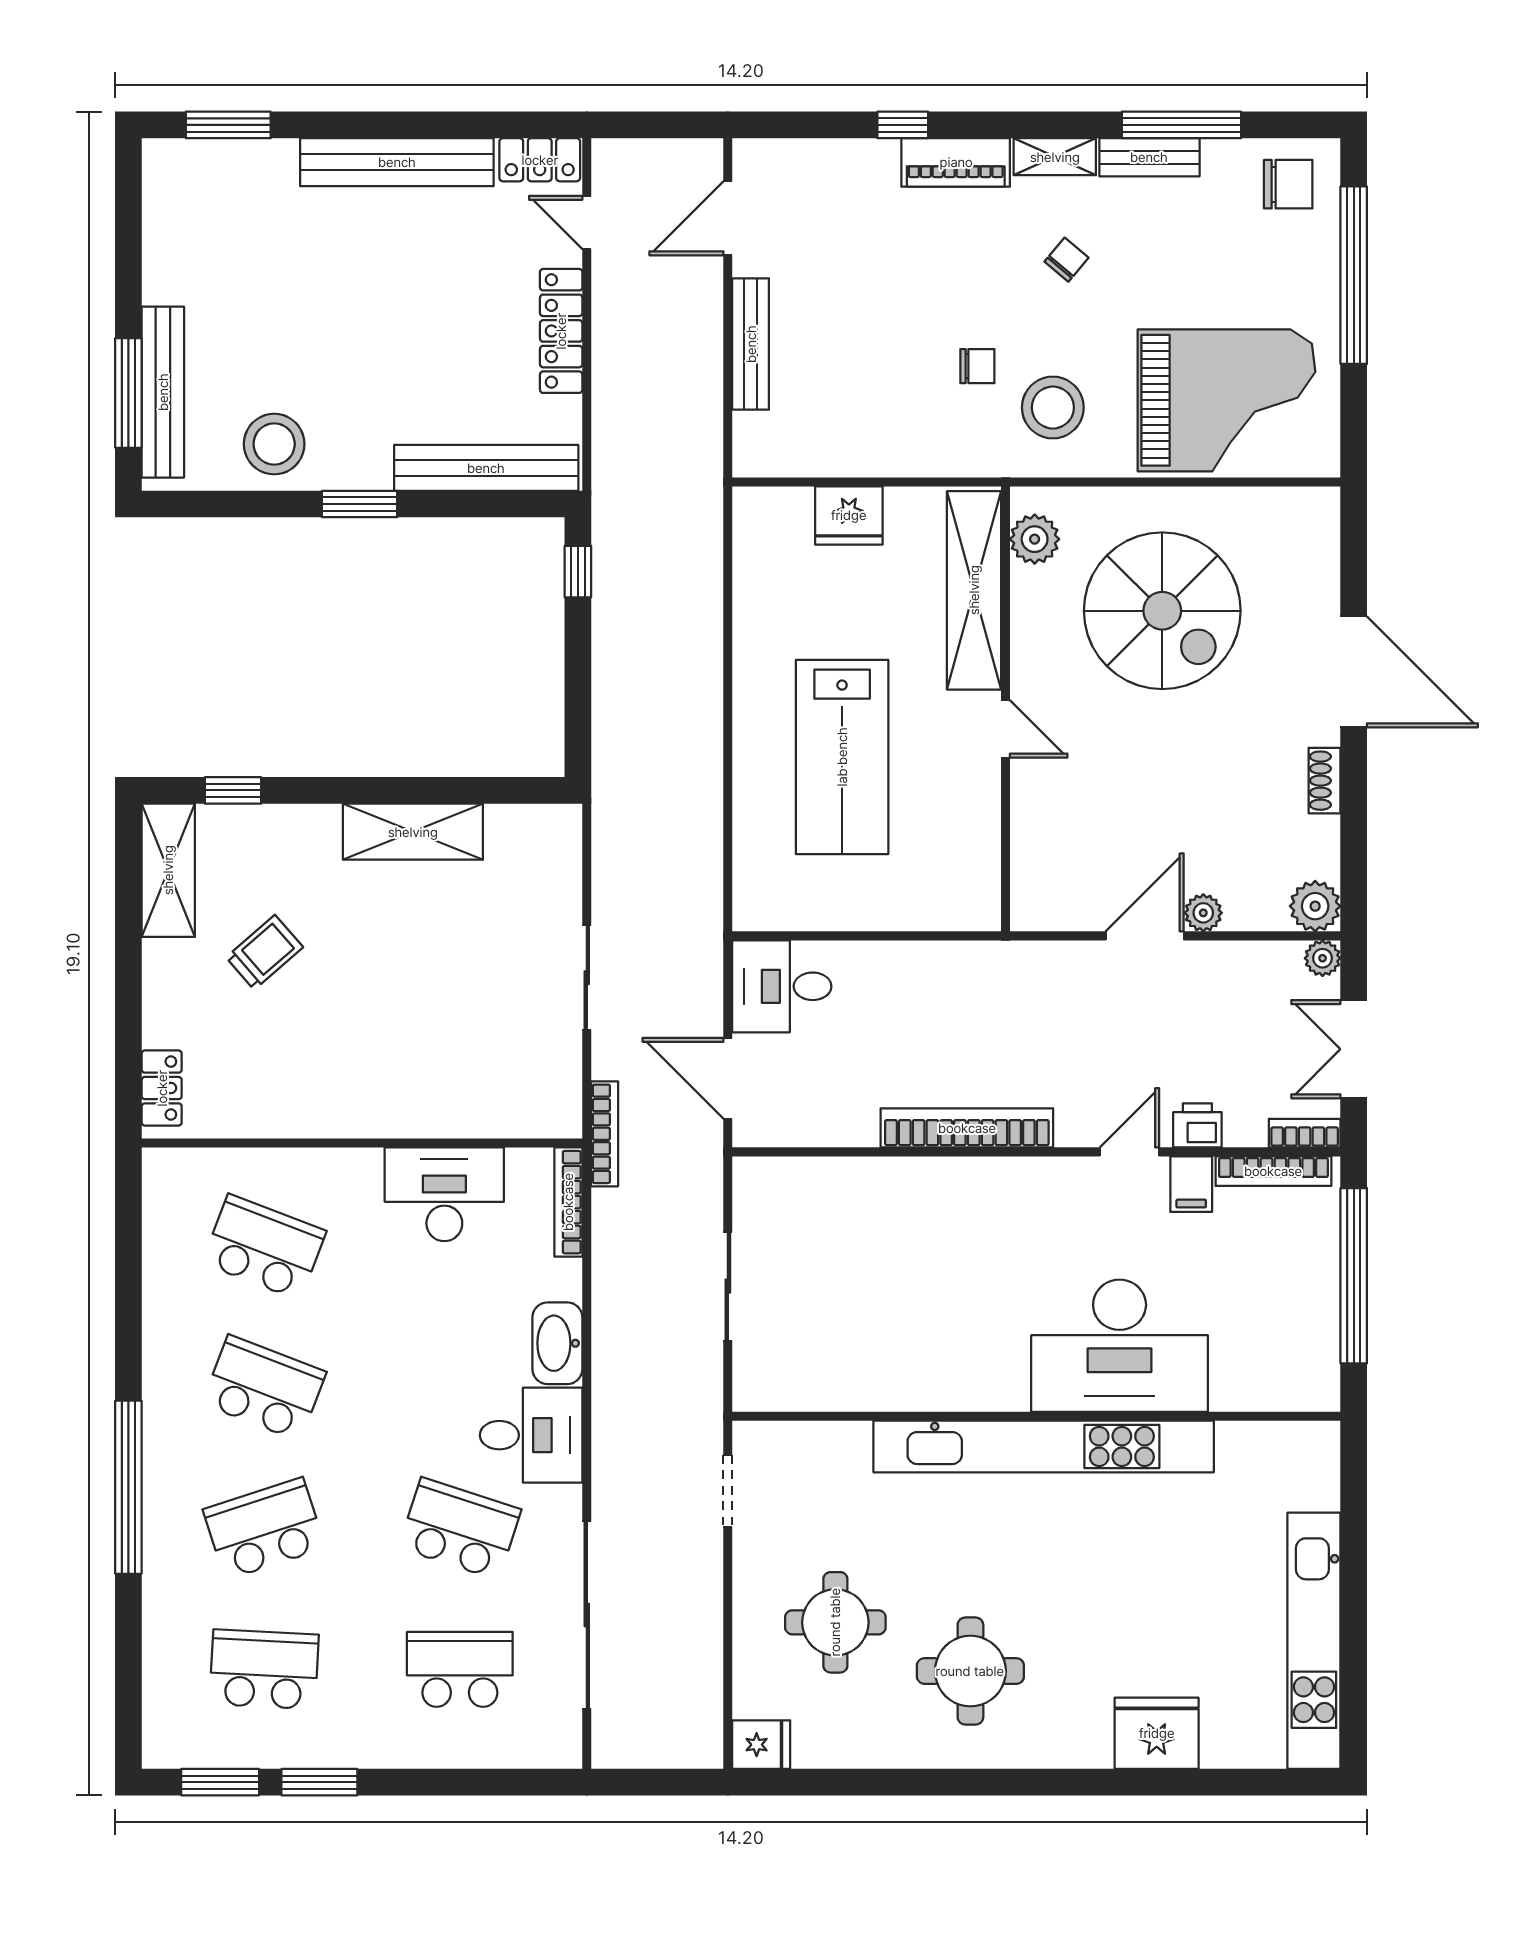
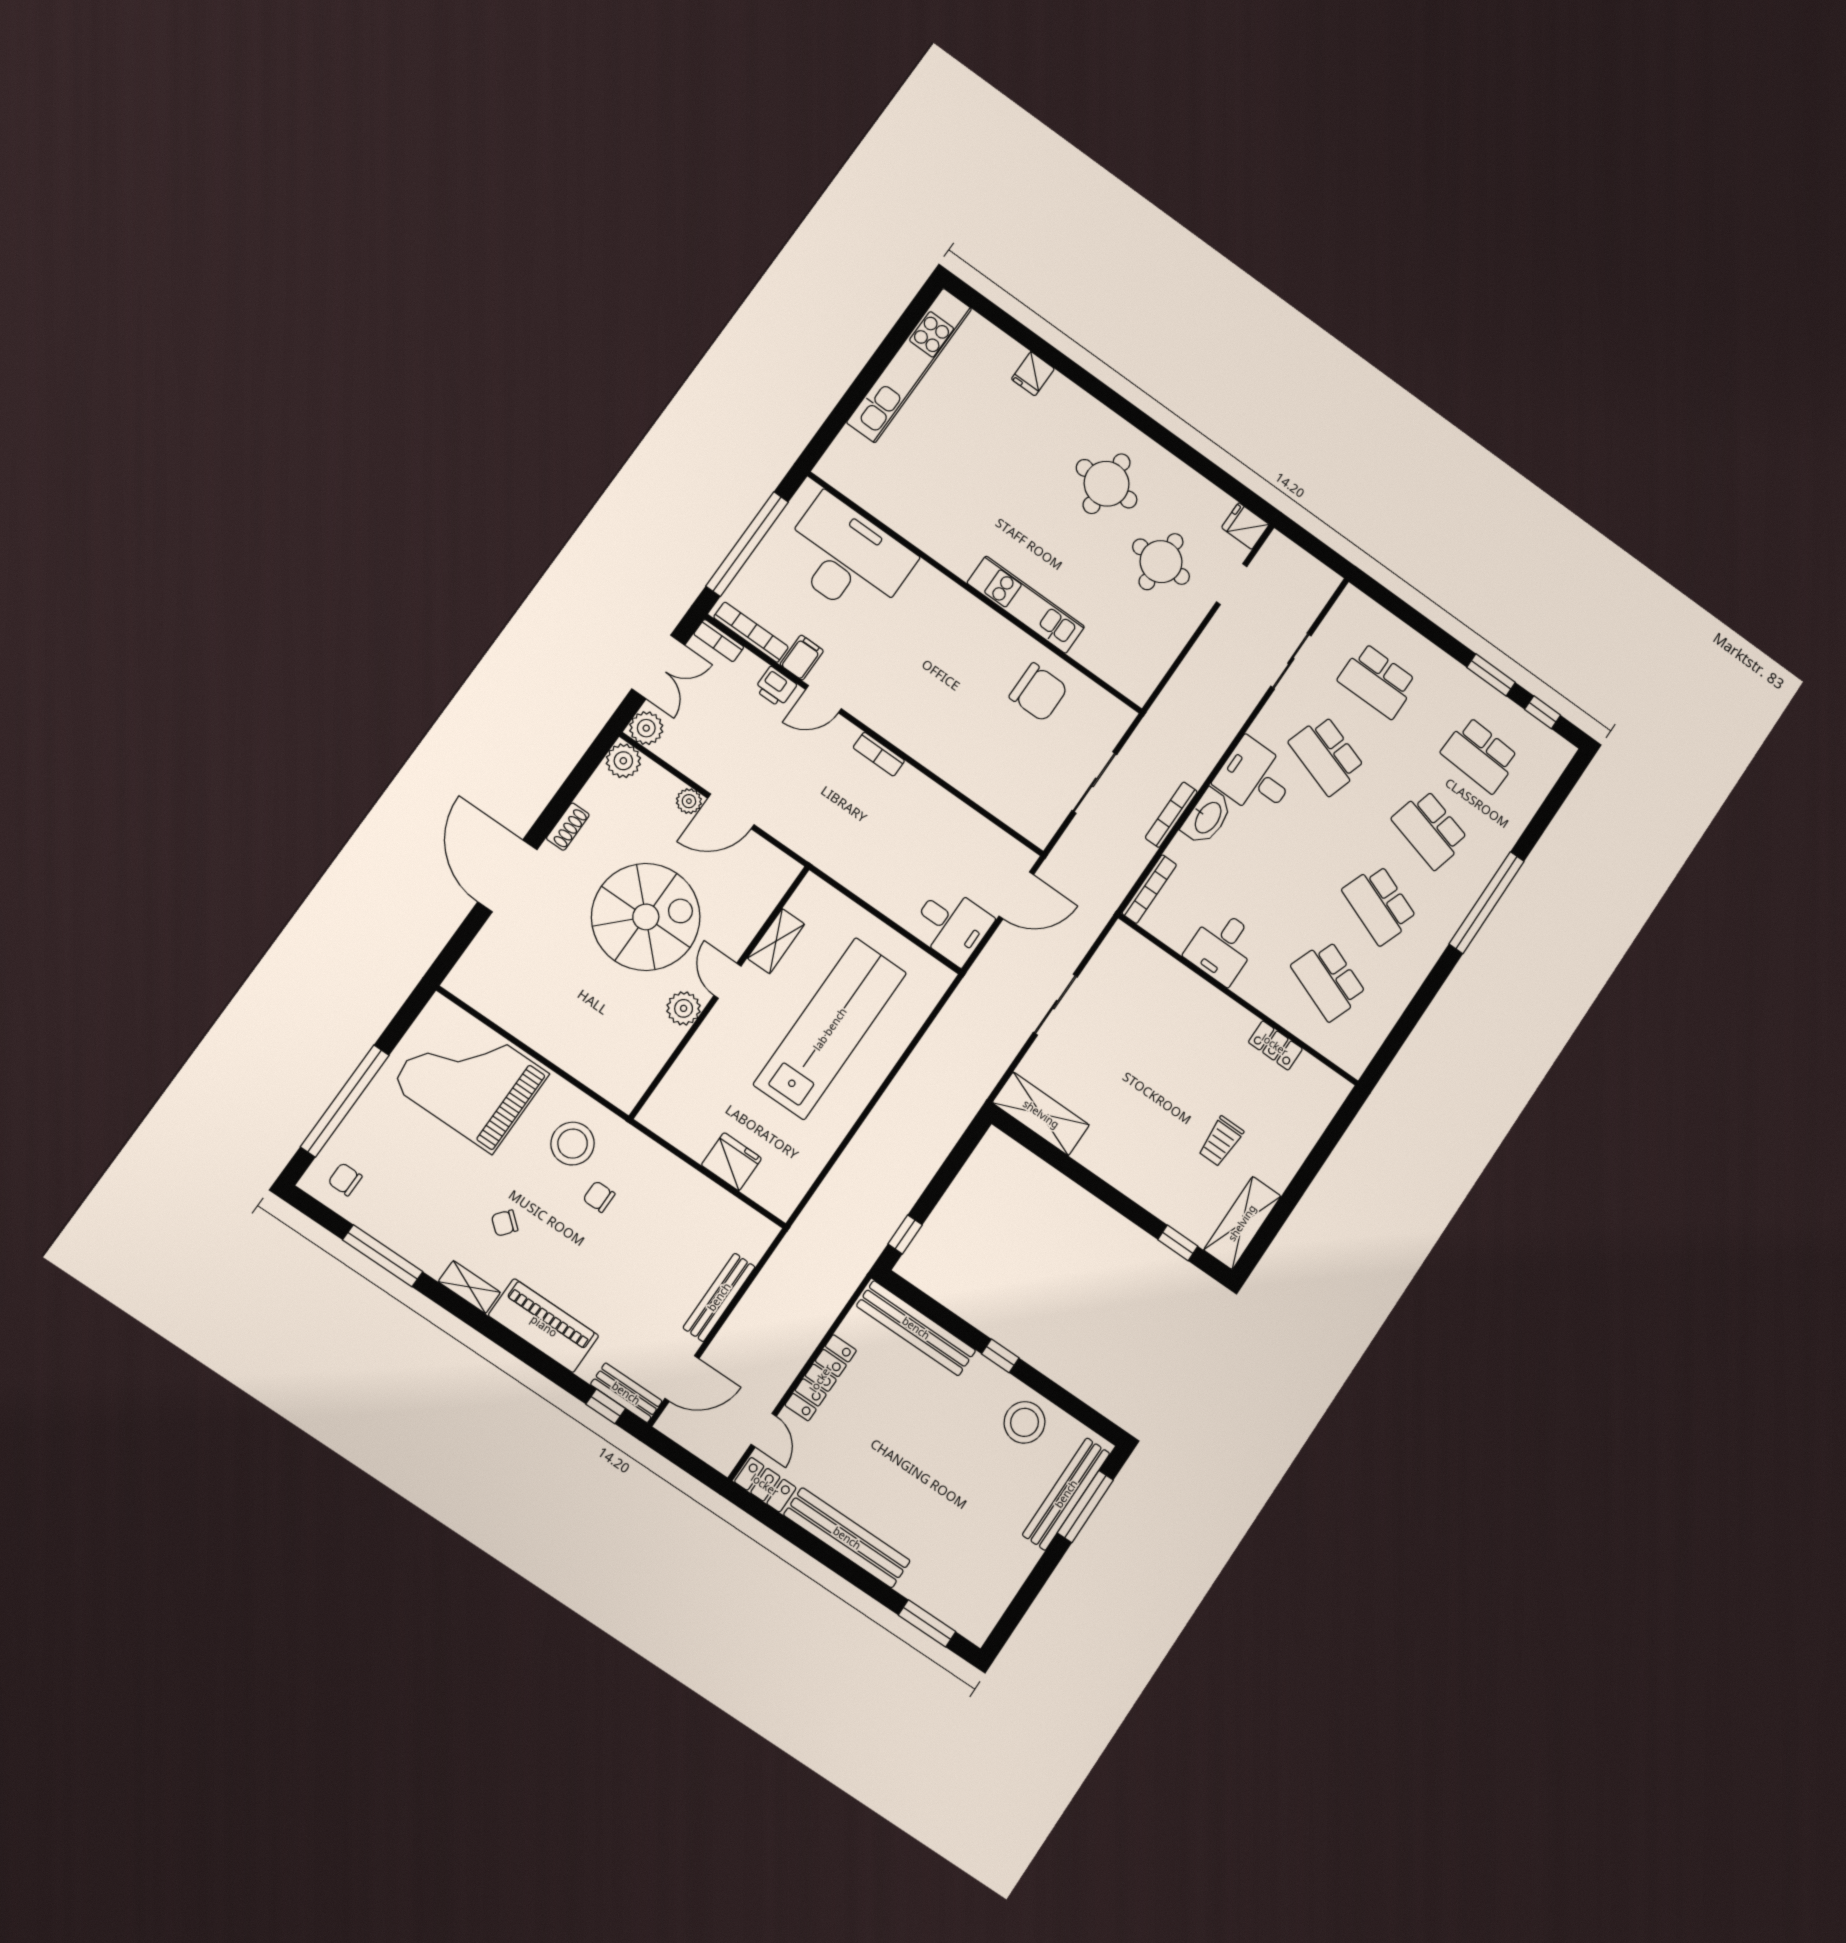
window: (903, 125) -> (606, 1406), moved
bench: (1149, 157) -> (626, 1393), moved
piano: (956, 162) -> (544, 1326), width x1.37, depth x1.33
chair: (1288, 184) -> (345, 1179), width x0.73, depth x0.73
window: (360, 504) -> (1000, 1356), width x0.67
plant: (1035, 539) -> (684, 1008), moved
shelving: (974, 590) -> (776, 941), moved, width x0.45, depth x0.75
spiral stairs: (1162, 611) -> (646, 917), moved, turned 90
lab bench: (842, 757) -> (830, 1029), width x1.36
shelving: (413, 832) -> (1041, 1114), moved
trolley: (265, 952) -> (1221, 1141), turned -49
plant: (1323, 958) -> (646, 728), width x1.38, depth x1.38
door: (728, 1078) -> (1016, 895), hinge flipped
locker: (162, 1088) -> (1275, 1045), moved, turned -90
bookcase: (967, 1128) -> (879, 754), width x0.43, depth x0.76
bookcase: (605, 1134) -> (1171, 815), moved
desk: (444, 1194) -> (1222, 947), width x0.73
desk: (1120, 1346) -> (847, 558), moved
chair: (874, 1349) -> (1039, 692), added
kitchen unit: (1044, 1447) -> (1026, 605), width x0.54
doorway: (728, 1491) -> (1232, 584), moved
school desk: (264, 1529) -> (1430, 829), turned 33
sliding door: (587, 1615) -> (1291, 661), width x0.54
fridge: (1157, 1733) -> (1033, 374), width x0.53, depth x0.75
window: (220, 1782) -> (1543, 712), width x0.67

